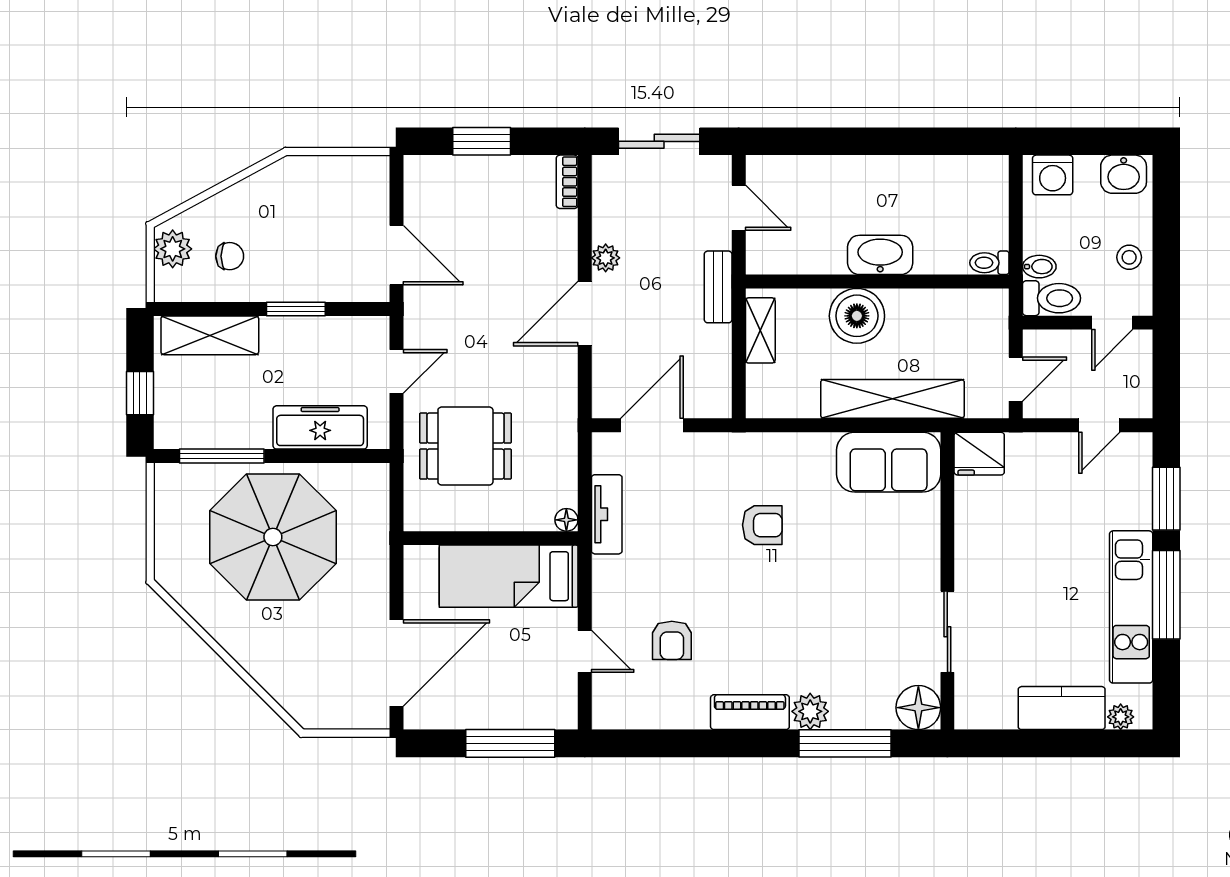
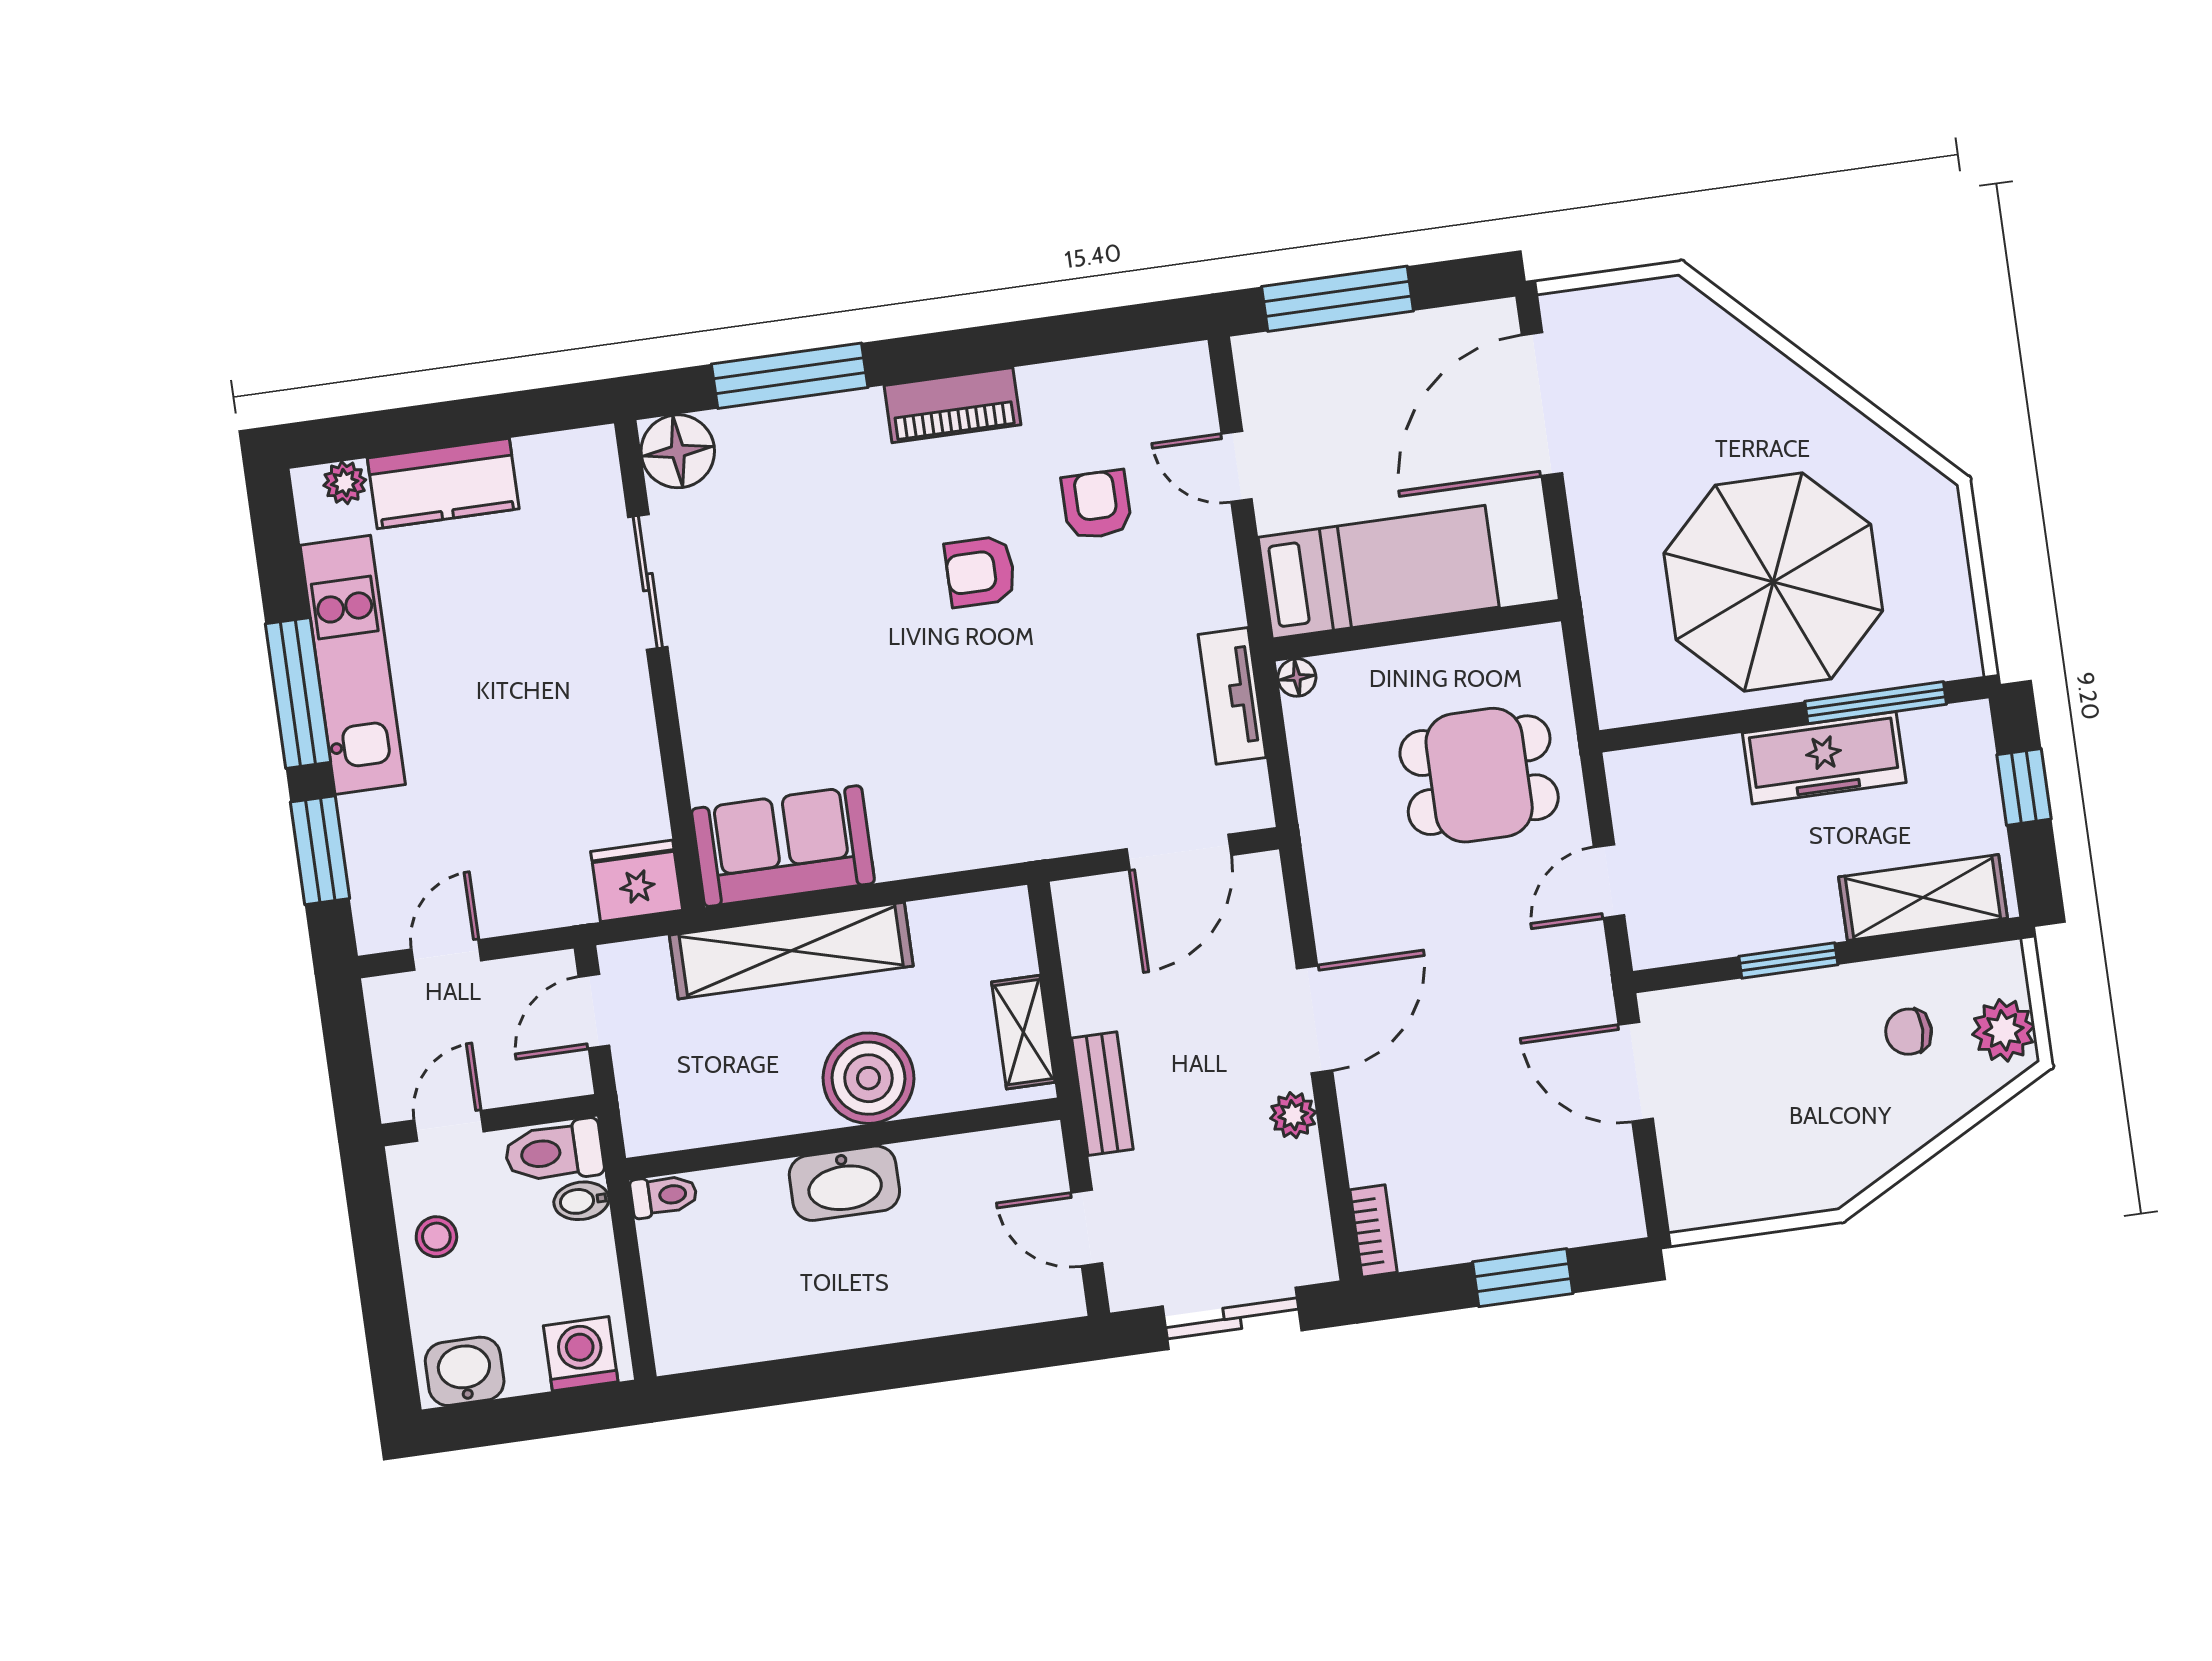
freezer: (320, 427) -> (1824, 758), moved
armchair: (762, 525) -> (980, 571), moved
plant: (810, 711) -> (854, 420), removed

